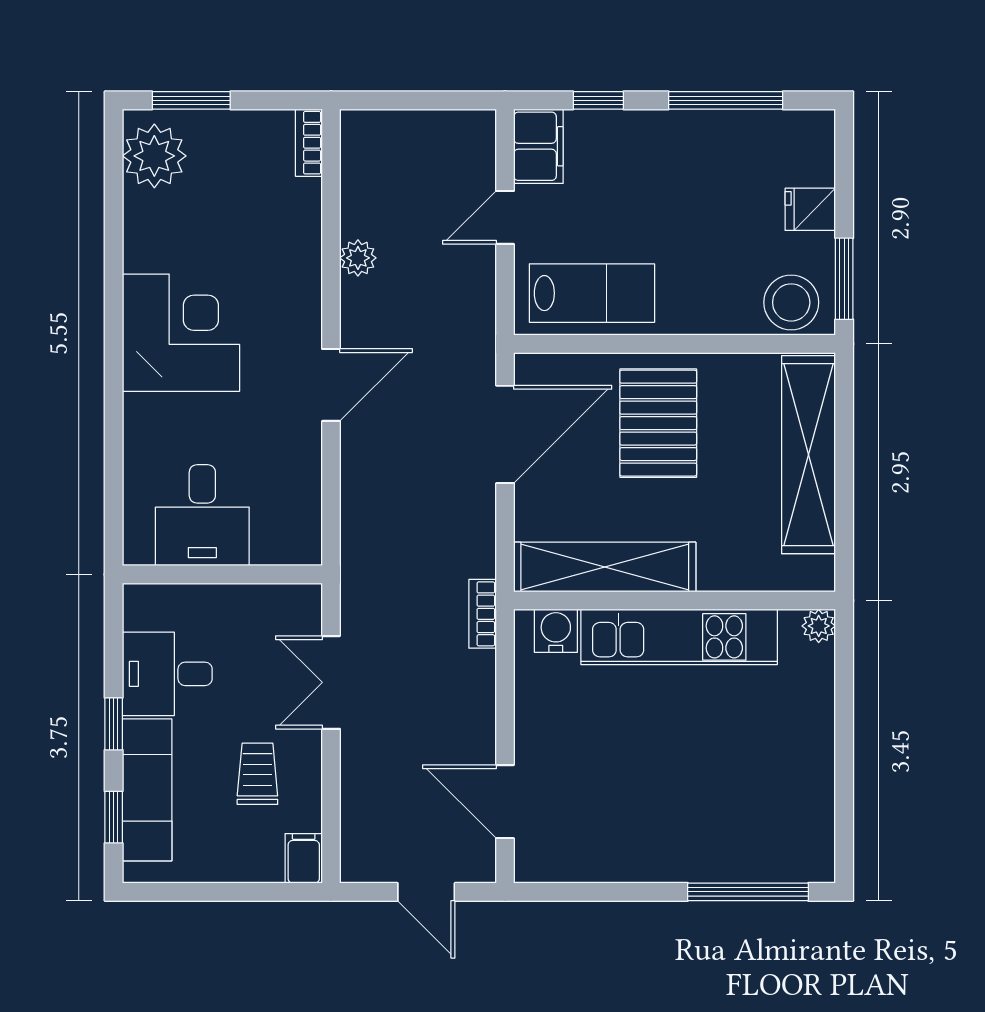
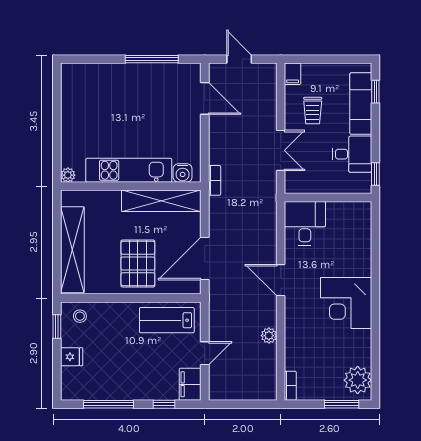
window: (844, 279) -> (57, 326), width x0.67
stool: (791, 302) -> (80, 316), width x0.53, depth x0.53
door: (331, 385) -> (281, 280), hinge flipped
desk: (202, 515) -> (305, 223), moved
window: (114, 724) -> (375, 174), moved
window: (748, 892) -> (152, 59), moved

